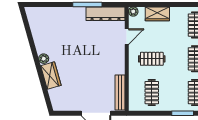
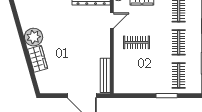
plant: (44, 59) -> (34, 37), width x1.87, depth x1.87
clothes rail: (152, 93) -> (136, 75), removed

